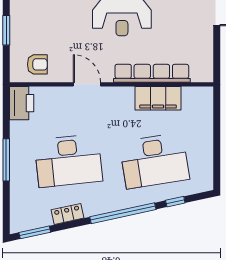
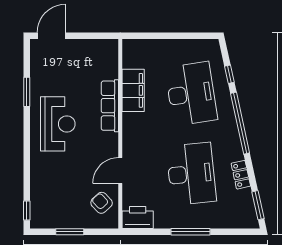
armchair: (37, 64) -> (102, 203), turned -43
row of seats: (152, 73) -> (110, 106), width x0.73
door: (87, 84) -> (120, 171), moved

